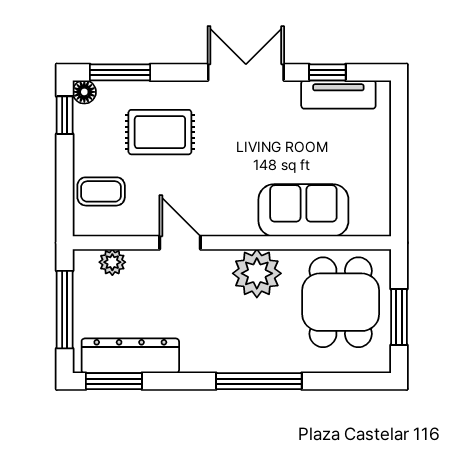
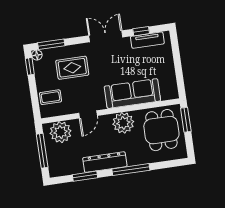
sofa: (303, 210) -> (132, 94), width x1.36
door: (180, 243) -> (88, 114), swing flipped
plant: (112, 262) -> (61, 132), width x1.87, depth x1.87
window: (399, 317) -> (186, 120), moved
dresser: (130, 356) -> (105, 162), moved
window: (114, 381) -> (85, 176), moved

